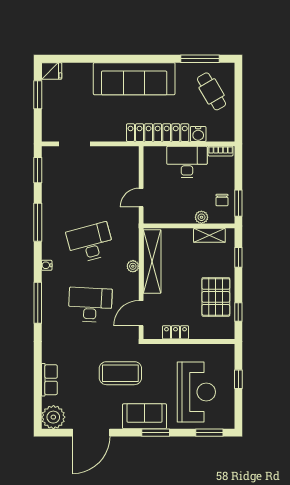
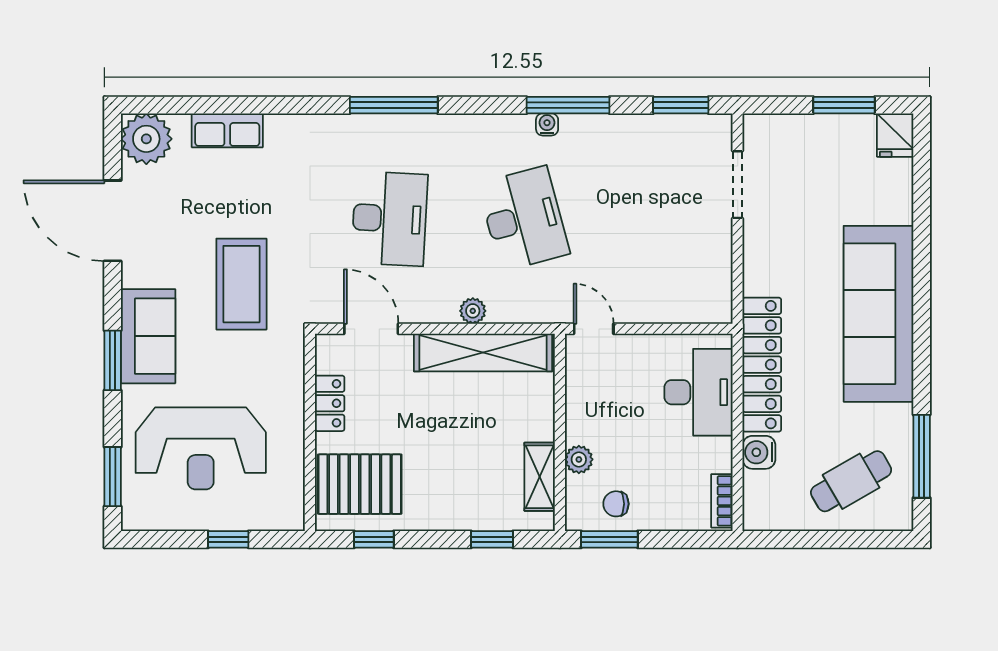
desk: (187, 162) -> (698, 392), moved
door: (141, 198) -> (594, 329), moved
water cooler: (47, 265) -> (547, 124), moved
pallet: (216, 297) -> (360, 484), moved

